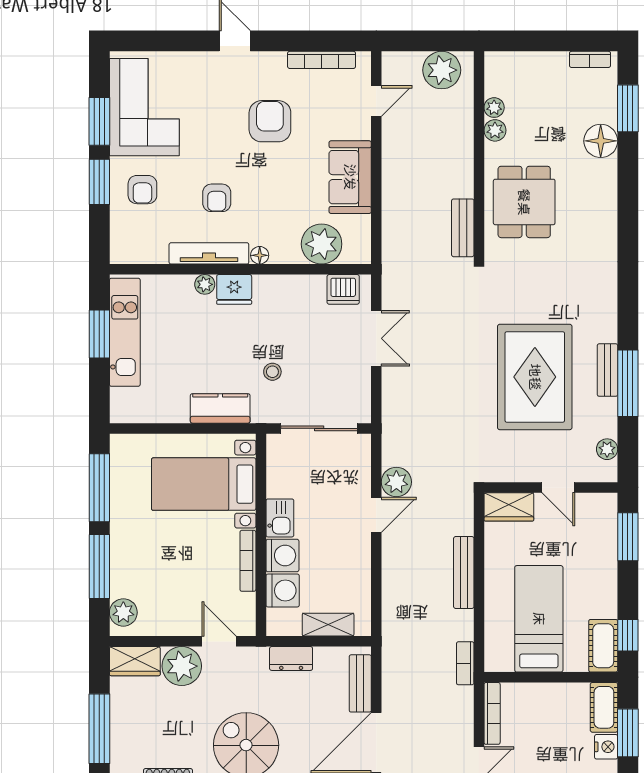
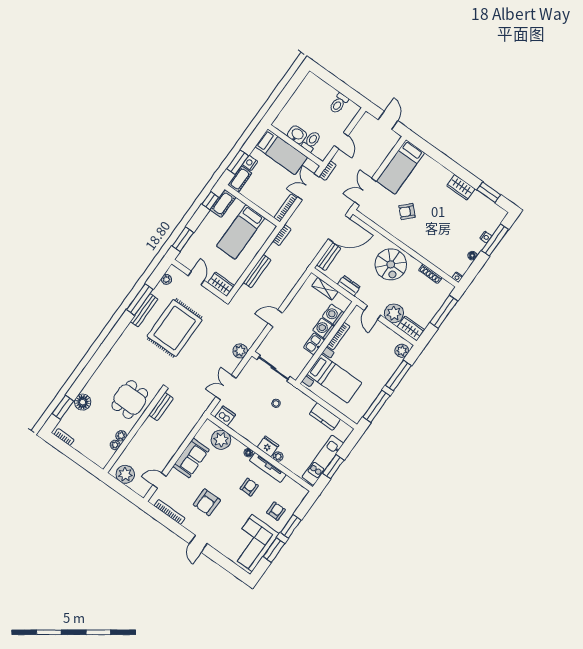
bench: (607, 370) -> (144, 310), width x1.36
kitchen counter: (220, 408) -> (325, 417), moved
plant: (396, 482) -> (240, 351), moved

